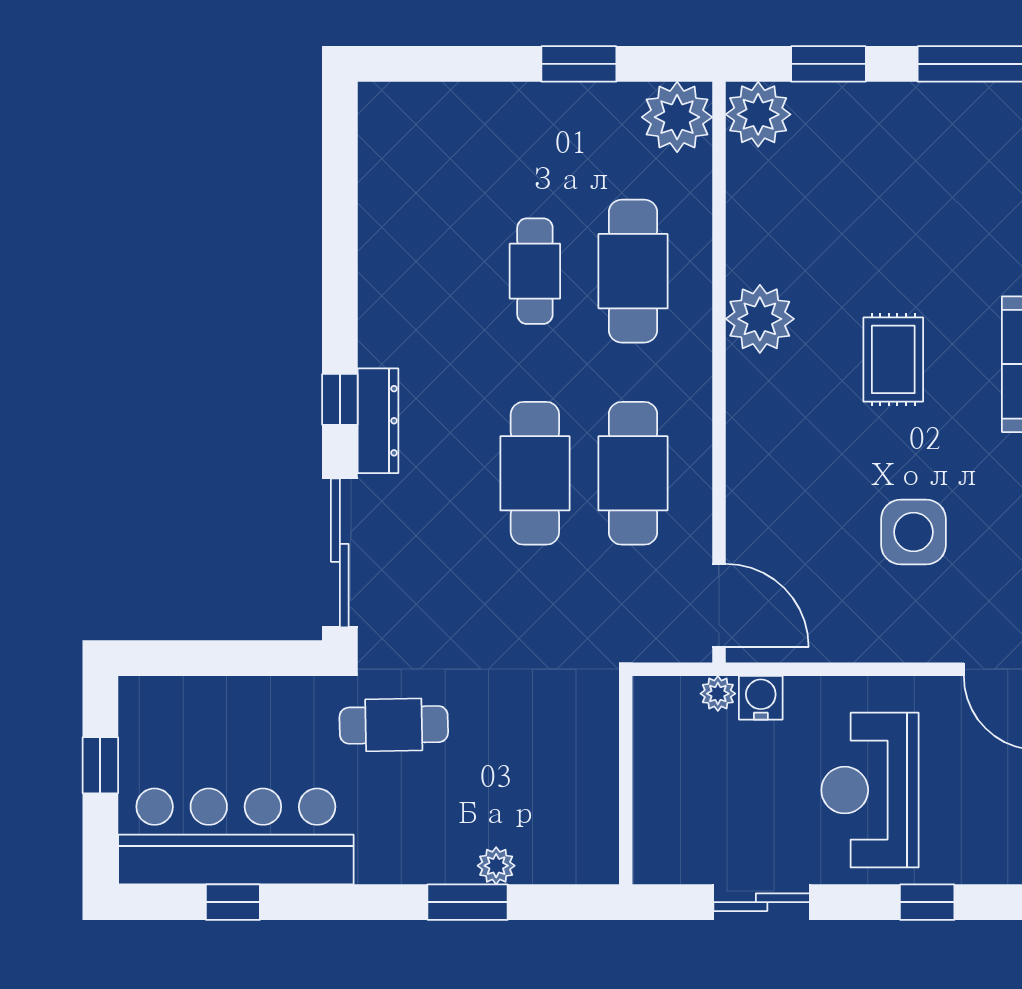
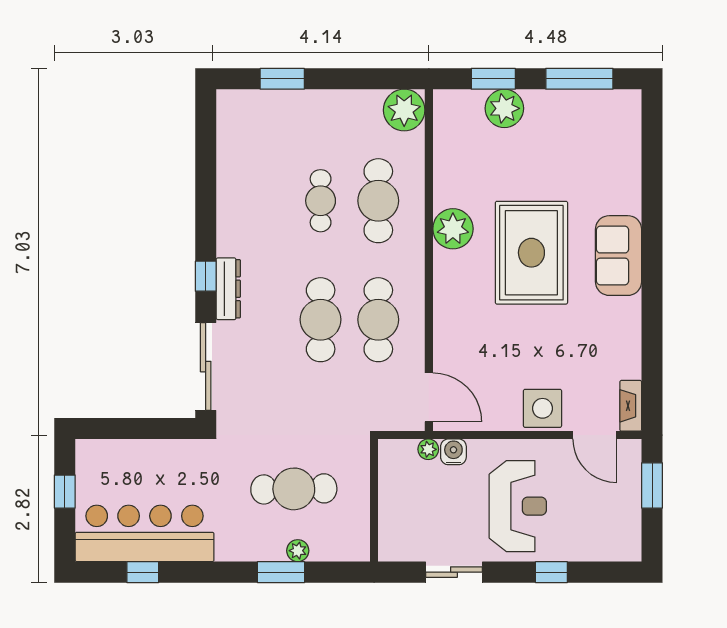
window: (579, 64) -> (282, 79), moved
plant: (758, 114) -> (504, 108), moved
rug: (893, 359) -> (531, 253), width x1.86, depth x2.06
side table: (913, 532) -> (542, 408), moved
cafe table: (394, 725) -> (294, 489), moved, width x1.37, depth x1.35
reception desk: (870, 790) -> (518, 506), turned 180

